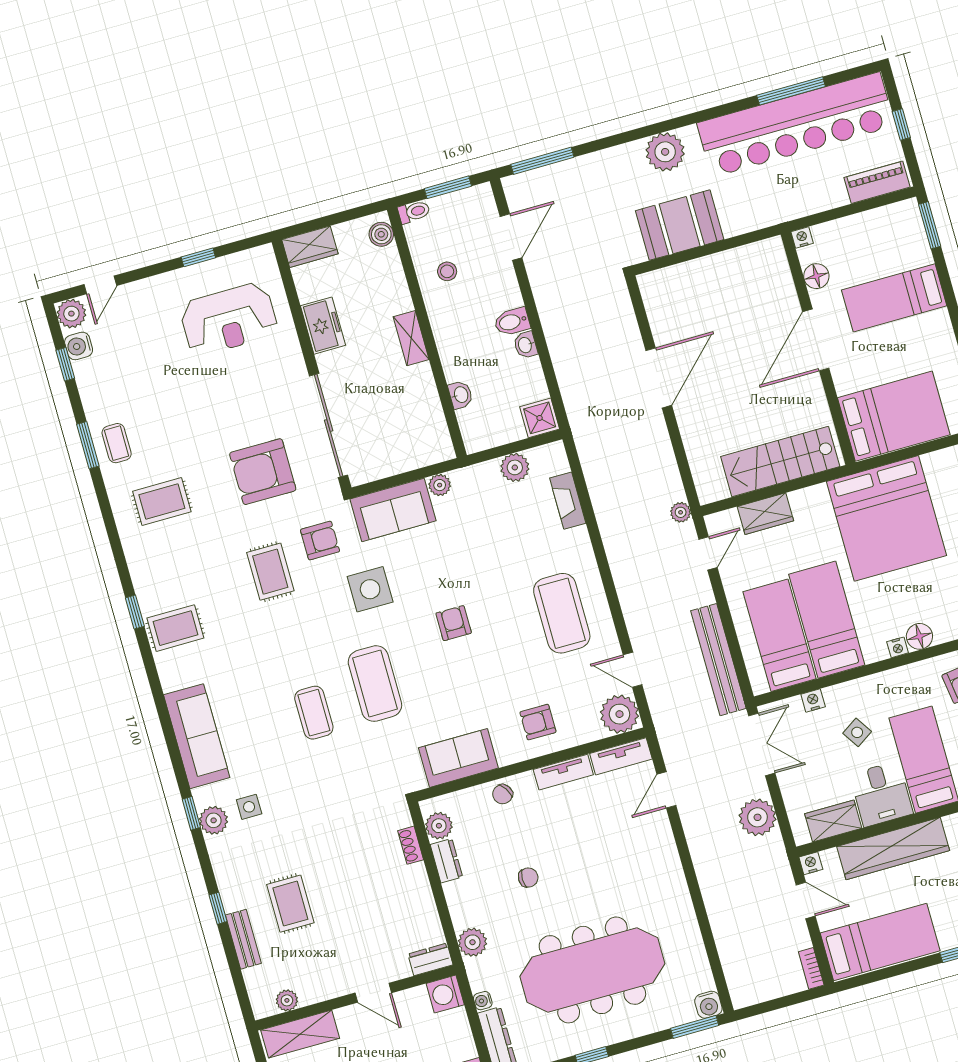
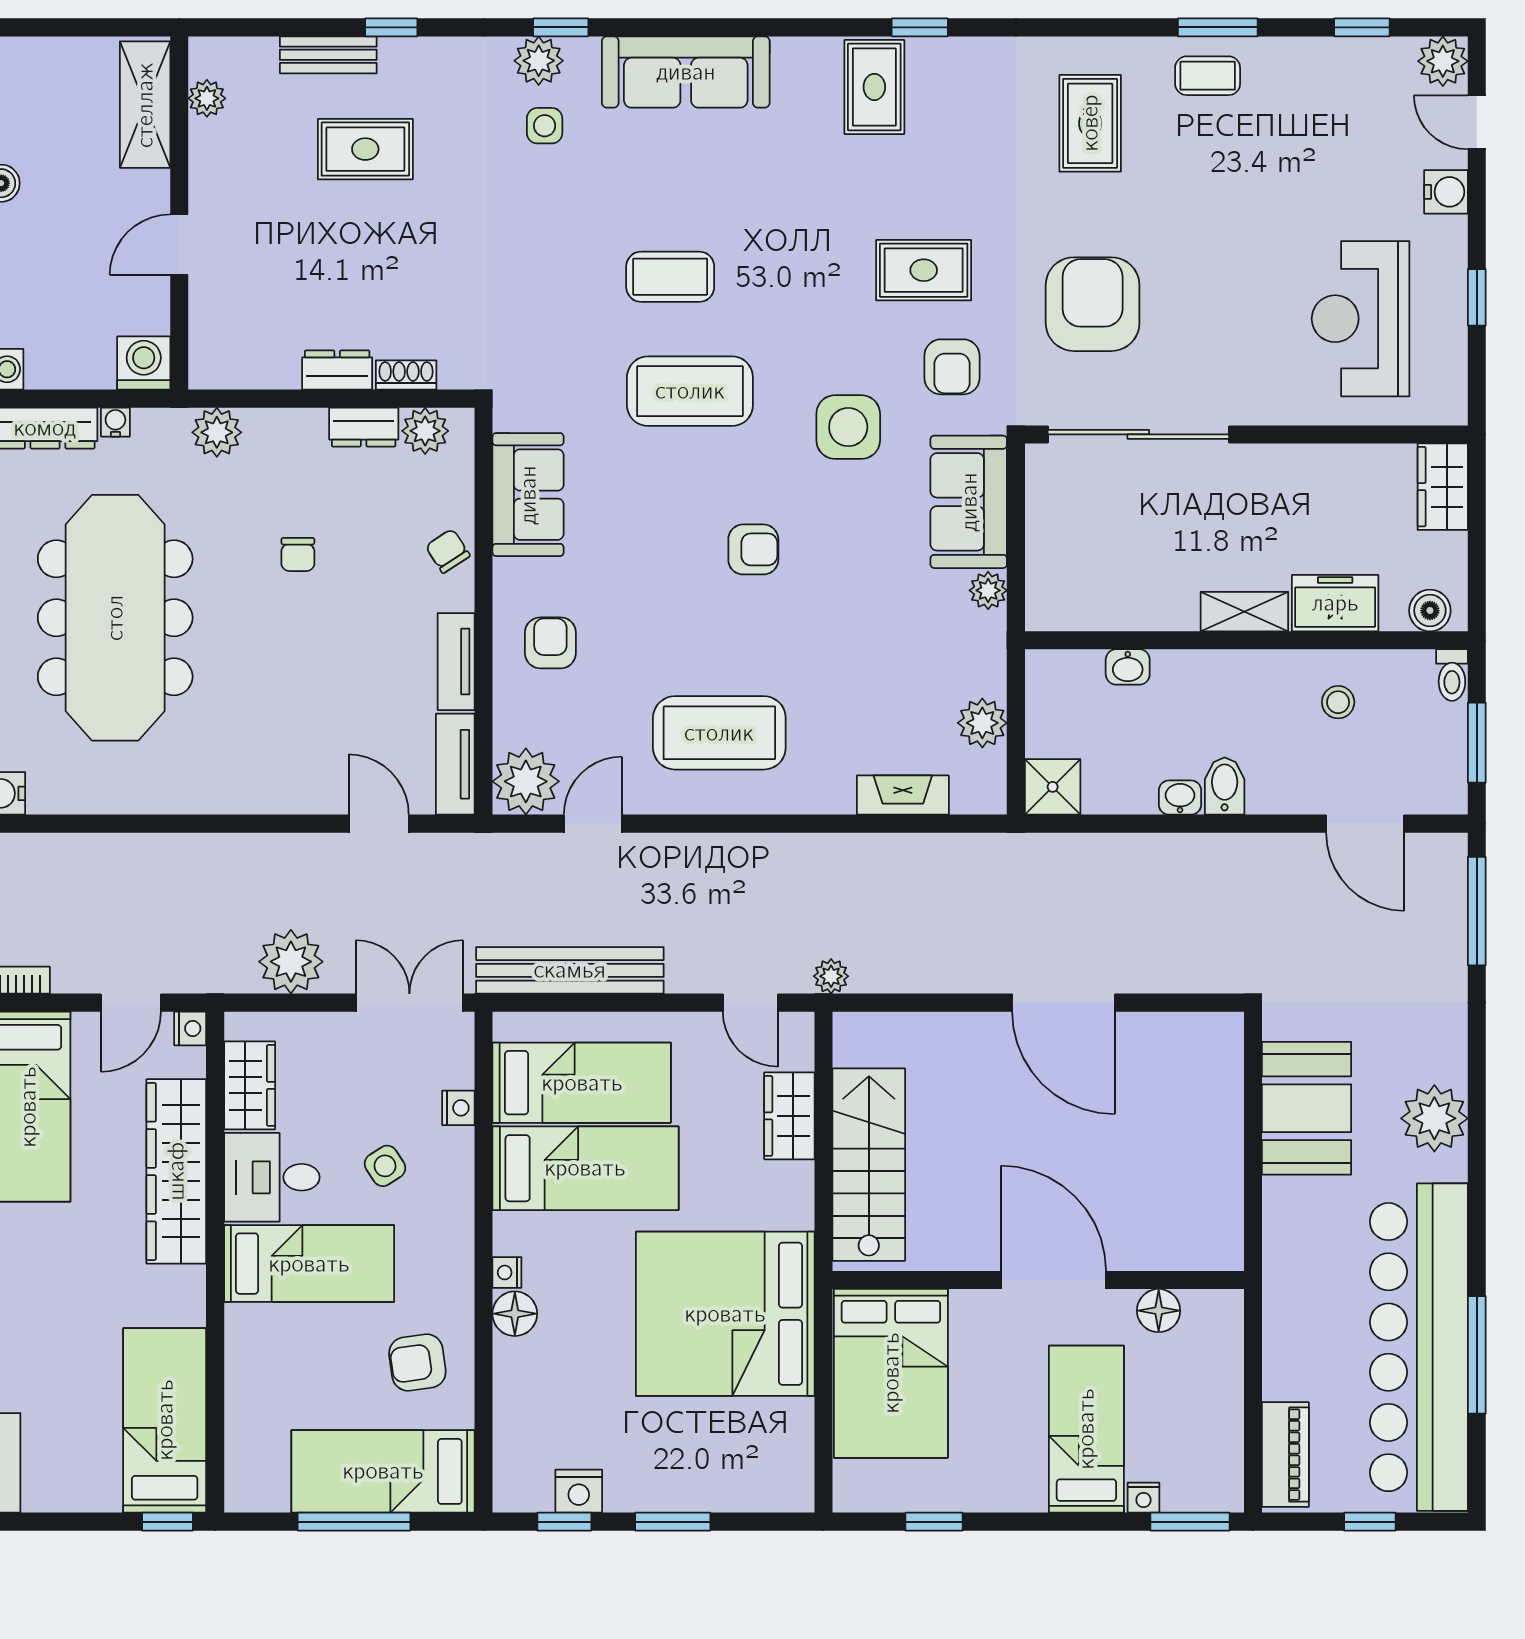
nightstand: (802, 238) -> (1144, 1498), moved, turned 90
freezer: (323, 326) -> (1335, 603), moved, turned 180
water cooler: (79, 346) -> (1446, 192), moved, turned 90
double door: (762, 744) -> (409, 1003), swing flipped
dresser: (430, 959) -> (337, 370), moved, turned -90

